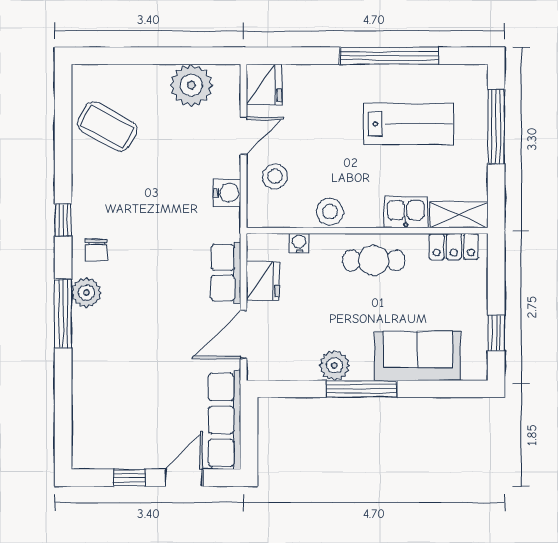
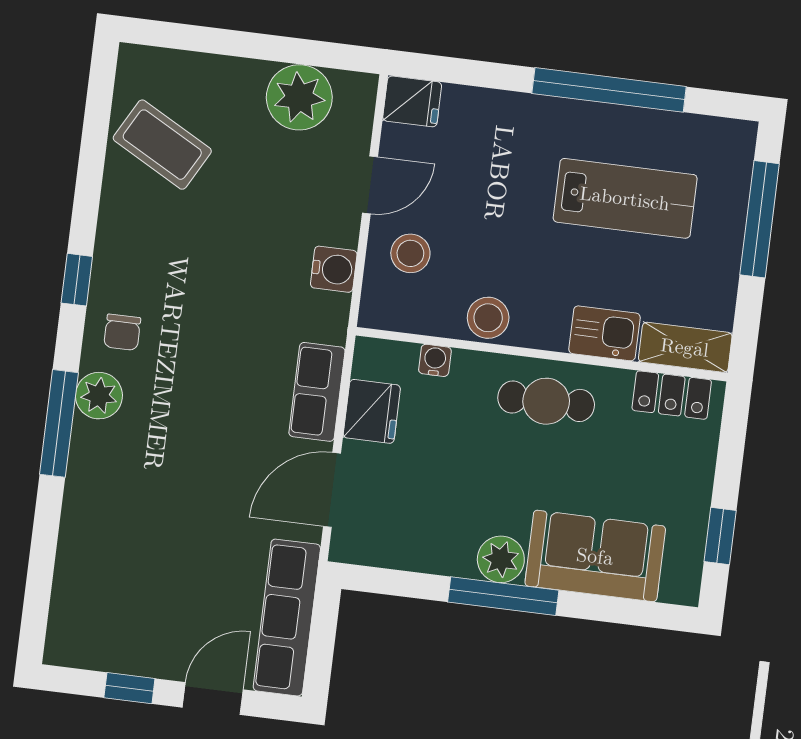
fridge: (264, 85) -> (412, 101), width x0.72
plant: (334, 365) -> (501, 559), moved

